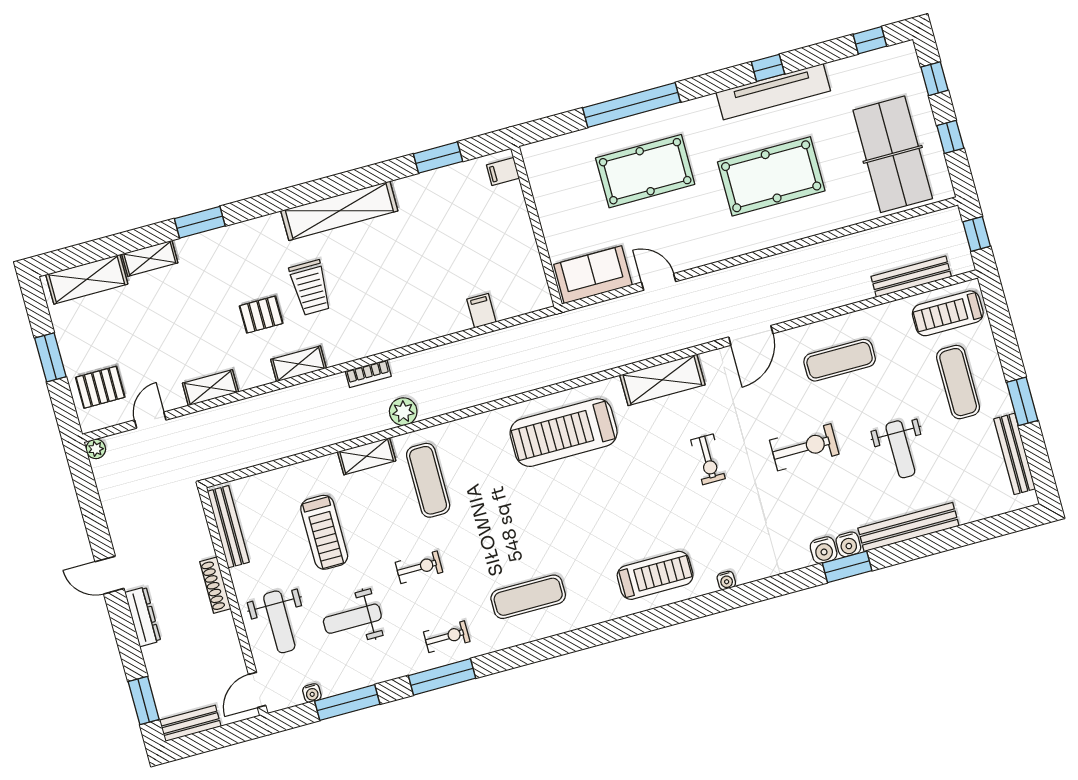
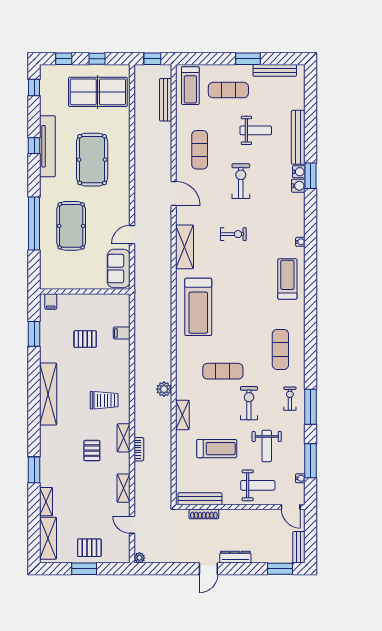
pallet: (453, 249) -> (85, 339), added
trolley: (310, 288) -> (104, 400), moved
bookcase: (368, 374) -> (139, 449), moved
pallet: (100, 387) -> (89, 548), moved, turned 90
exercise mat: (428, 480) -> (223, 371), moved
exercise bike: (419, 567) -> (249, 403), width x1.38, depth x1.39
shoe rack: (215, 585) -> (204, 514), moved

